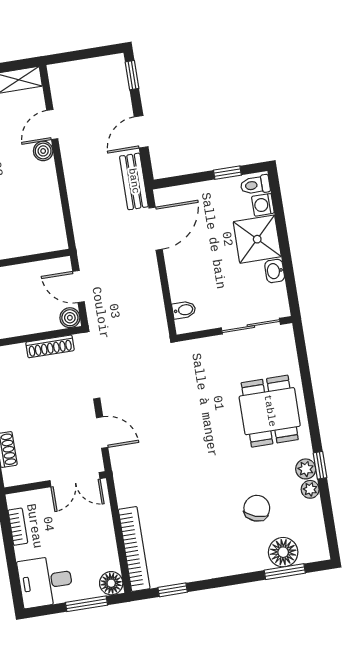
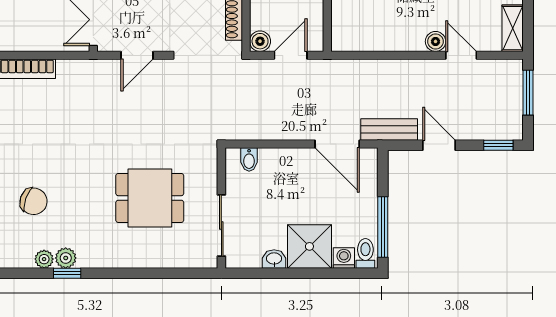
window: (77, 55) -> (528, 93), added
window: (227, 173) -> (383, 227), width x2.17
dining table: (270, 411) -> (150, 198), moved

